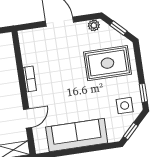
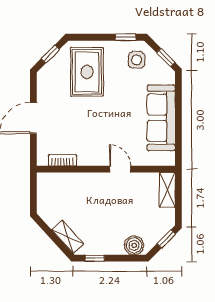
plant: (94, 25) -> (43, 81), removed
bookcase: (30, 79) -> (62, 160), moved
door: (28, 118) -> (120, 169), moved

